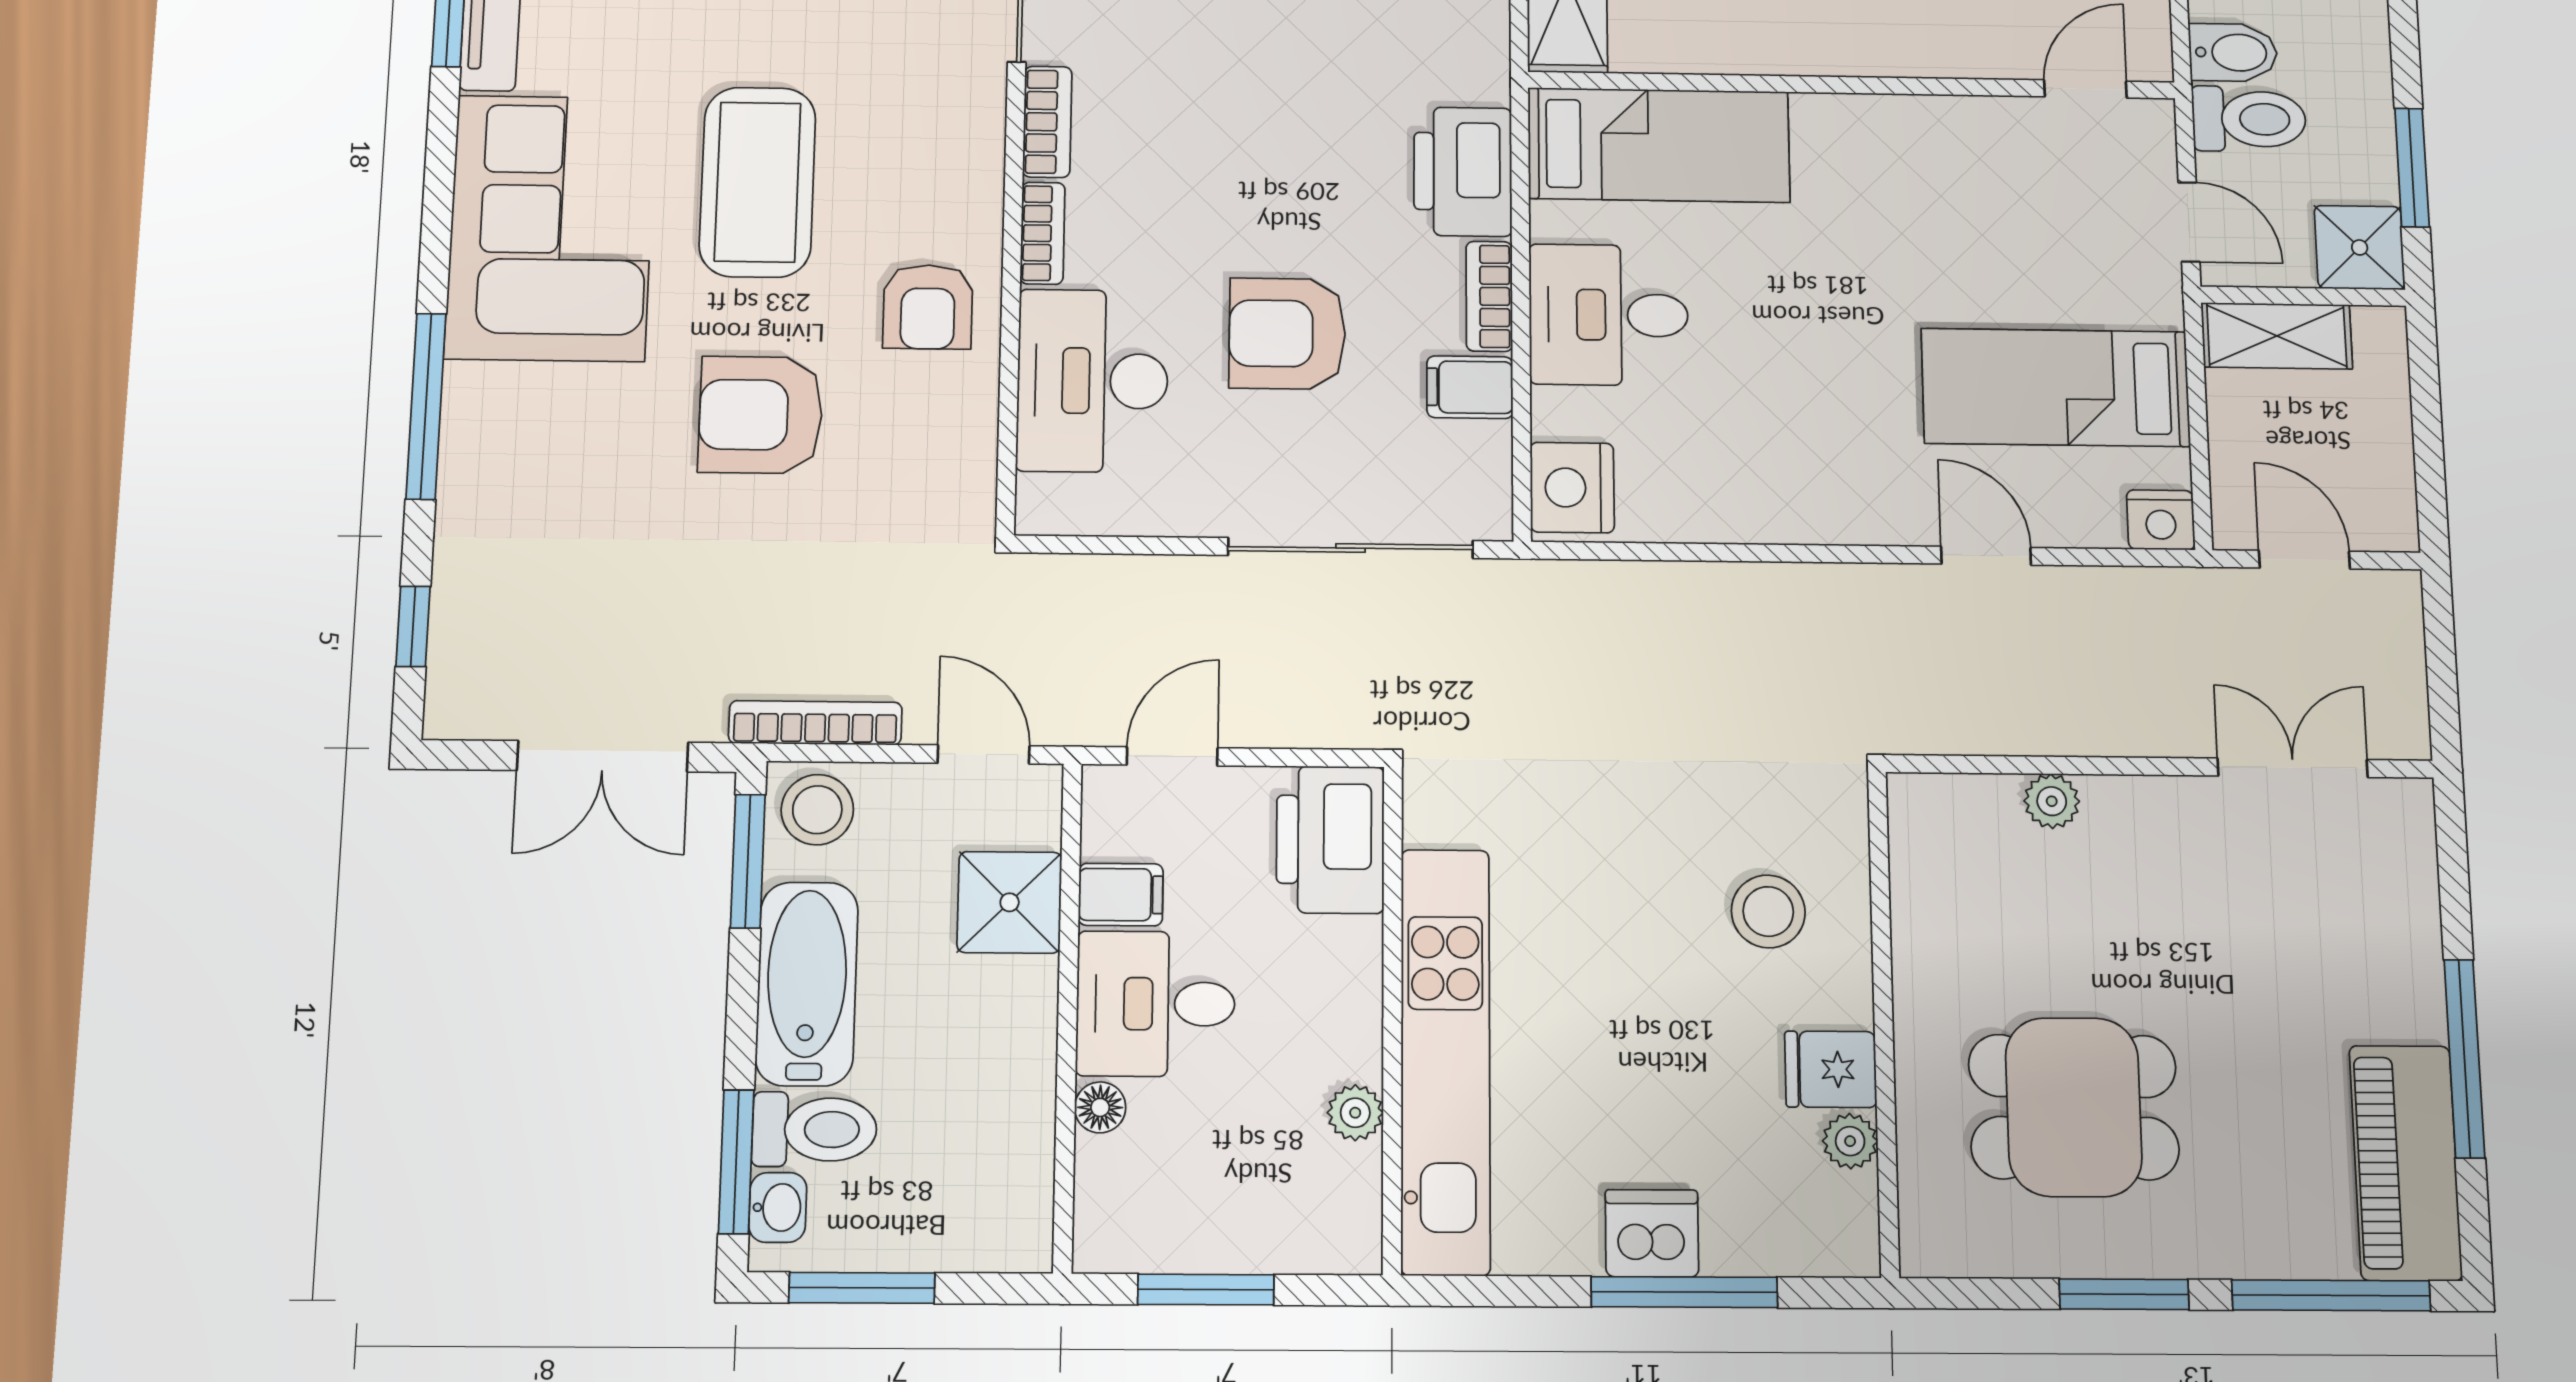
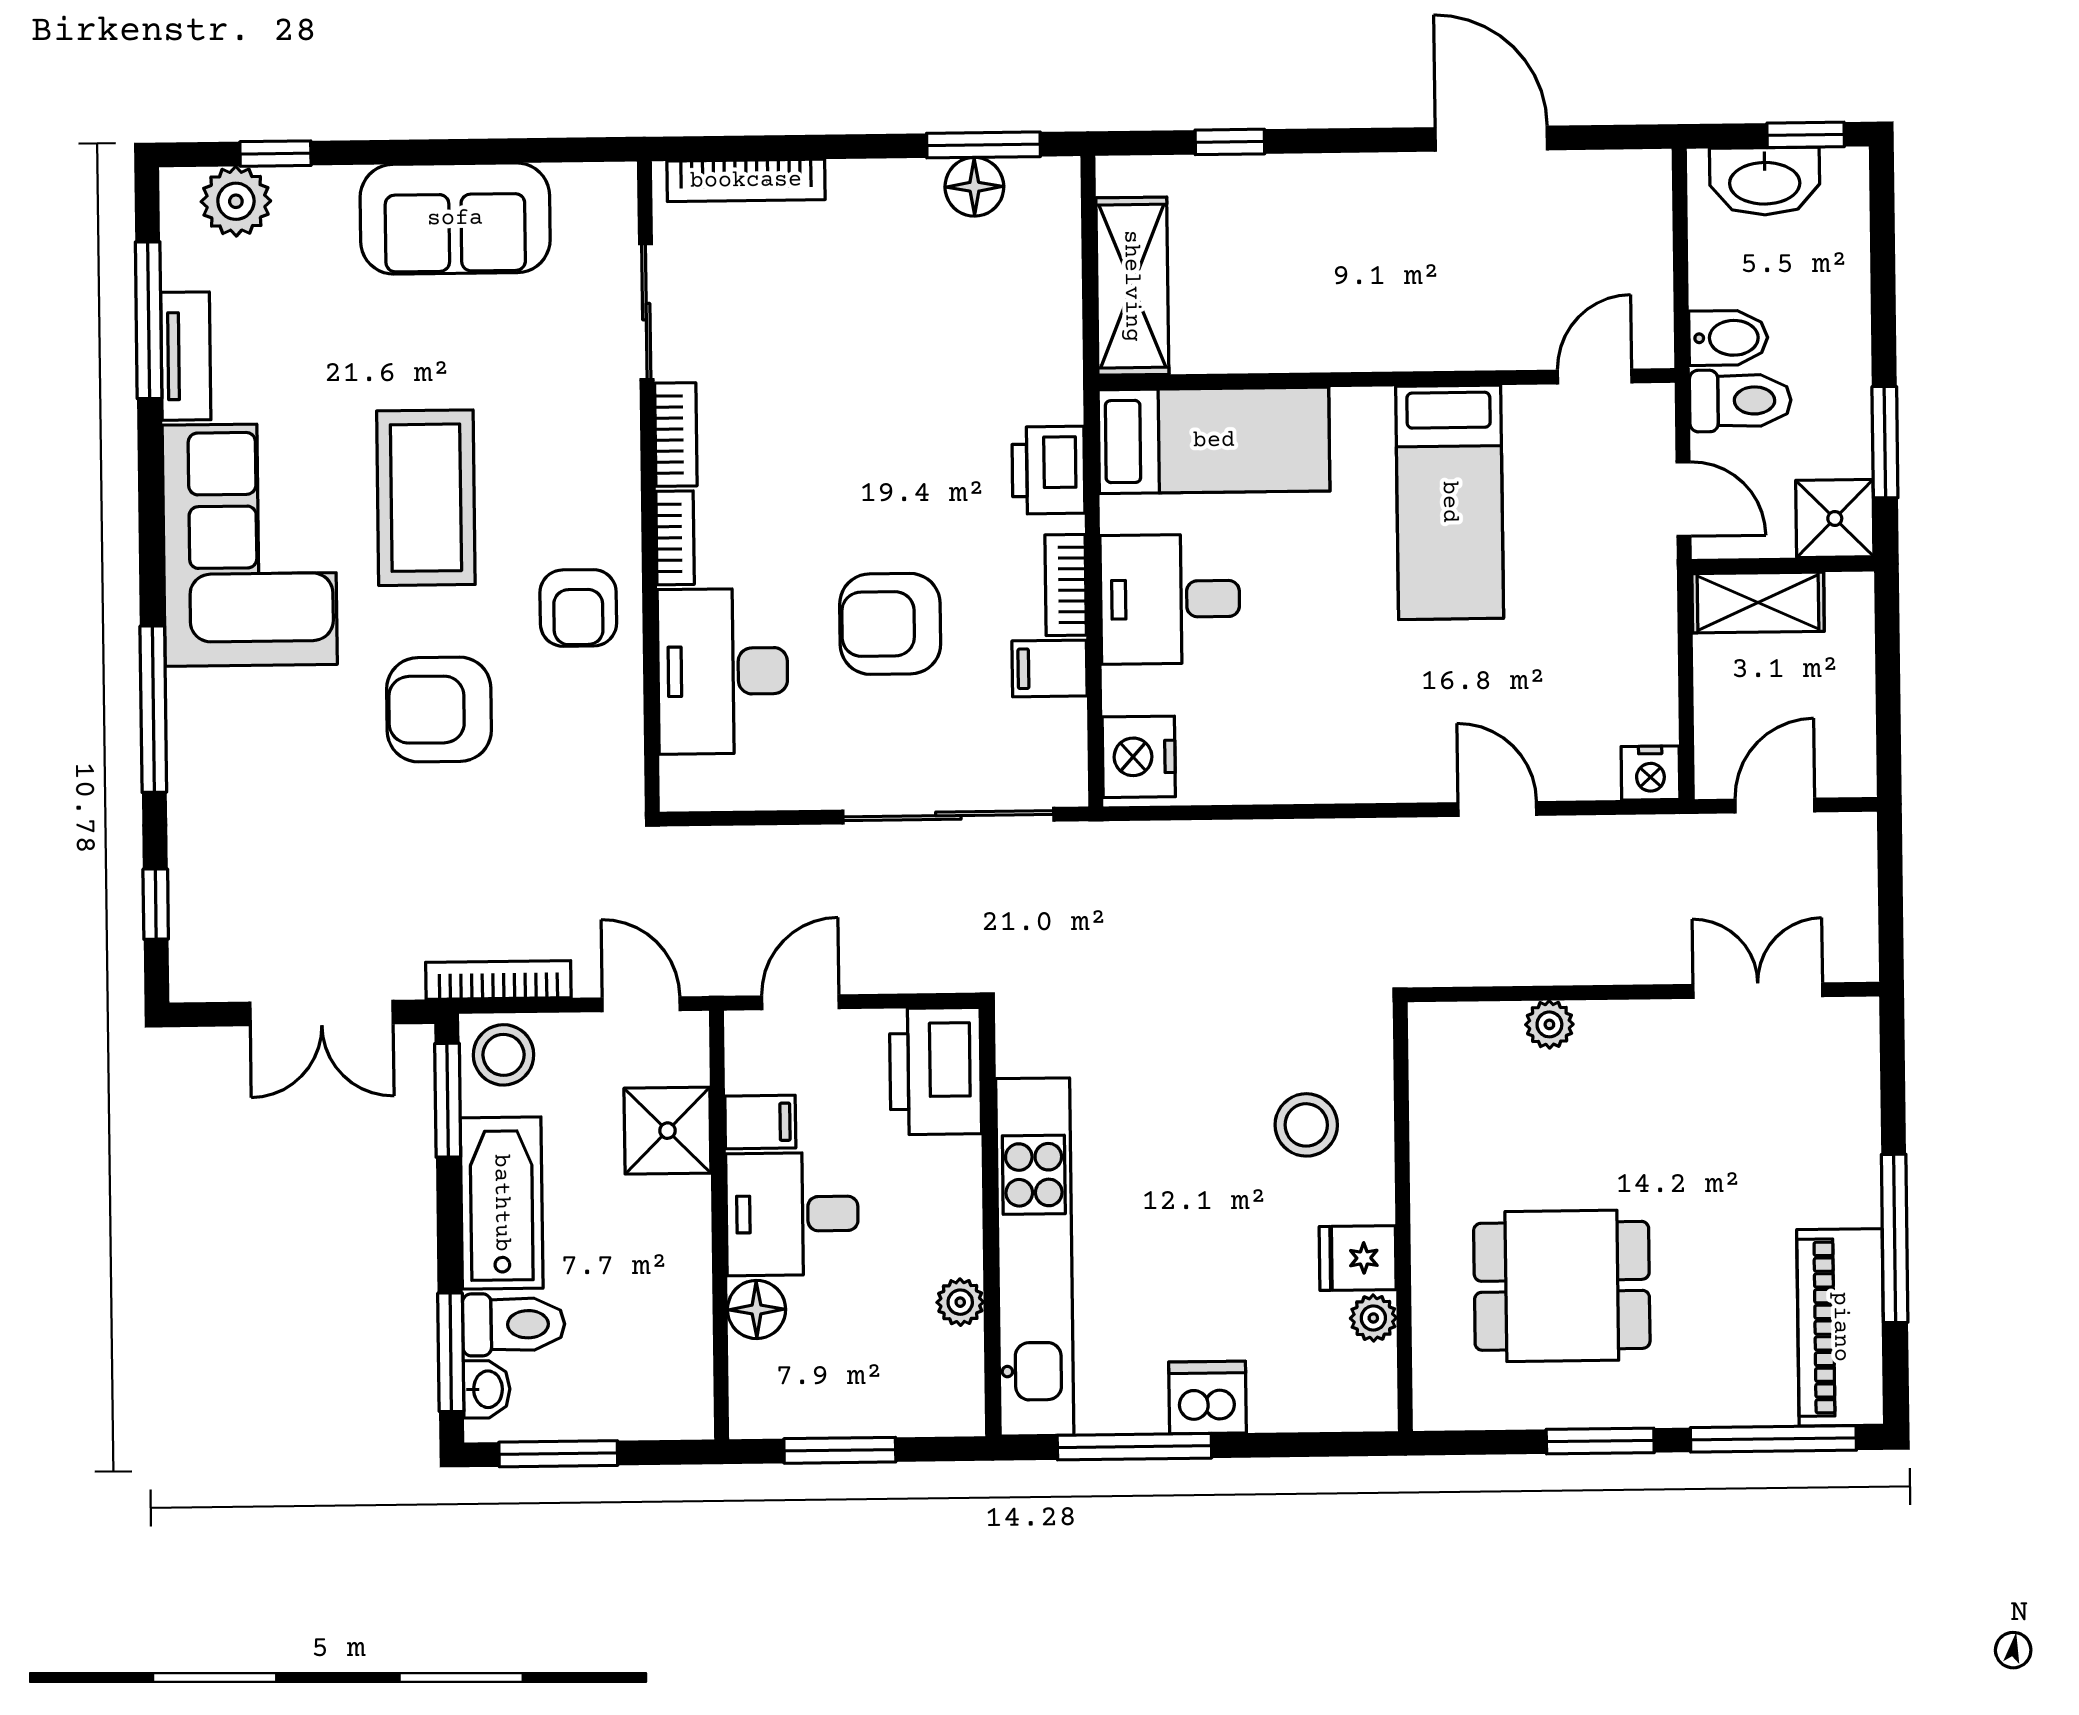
printer: (1463, 172) -> (1048, 470), width x0.73, depth x0.84
bed: (2056, 387) -> (1450, 502), moved, turned -90
door: (2304, 560) -> (1775, 806), hinge flipped
floor lamp: (1100, 1107) -> (757, 1309), width x1.37, depth x1.37
window: (1684, 1292) -> (1134, 1447), moved

